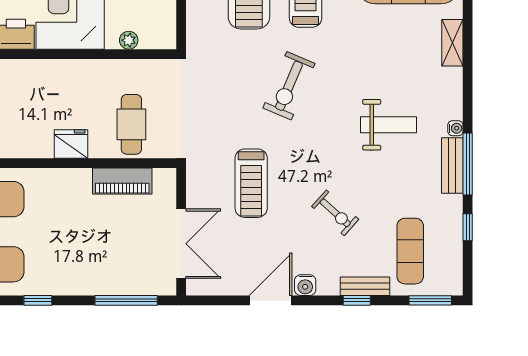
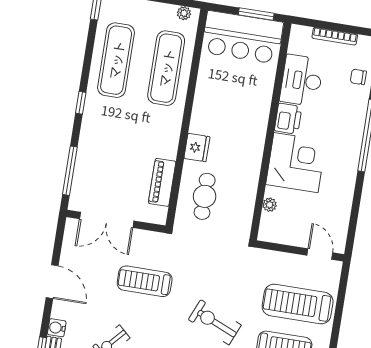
cafe table: (131, 124) -> (205, 196), turned 90
water cooler: (305, 285) -> (57, 328), moved

